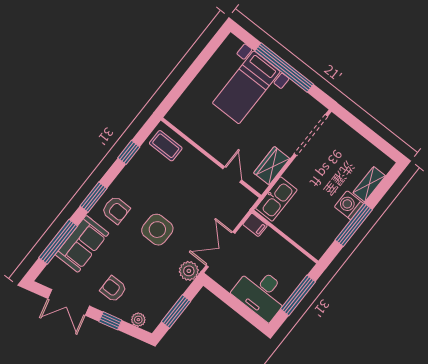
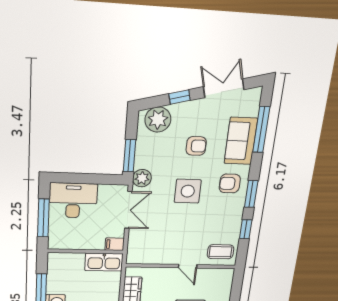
door: (232, 174) -> (188, 266), moved
window: (93, 197) -> (251, 194), moved
kitchen sink: (276, 199) -> (104, 262), moved, turned -90
armchair: (113, 289) -> (196, 146), moved
window: (176, 312) -> (129, 156), moved
plant: (138, 320) -> (158, 120), width x1.87, depth x1.87

